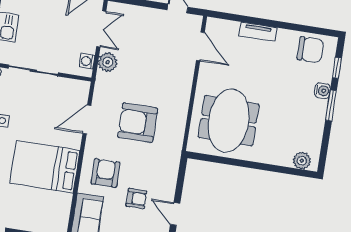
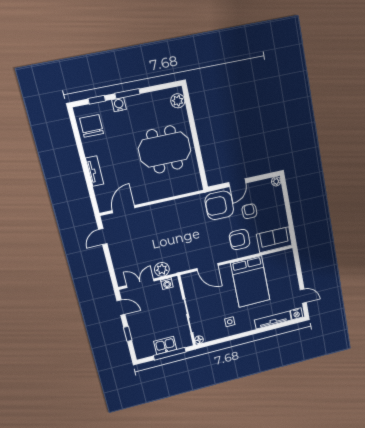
meeting table: (229, 121) -> (165, 150), moved
armchair: (138, 123) -> (219, 205), moved, turned 91
door: (175, 214) -> (237, 183), moved

